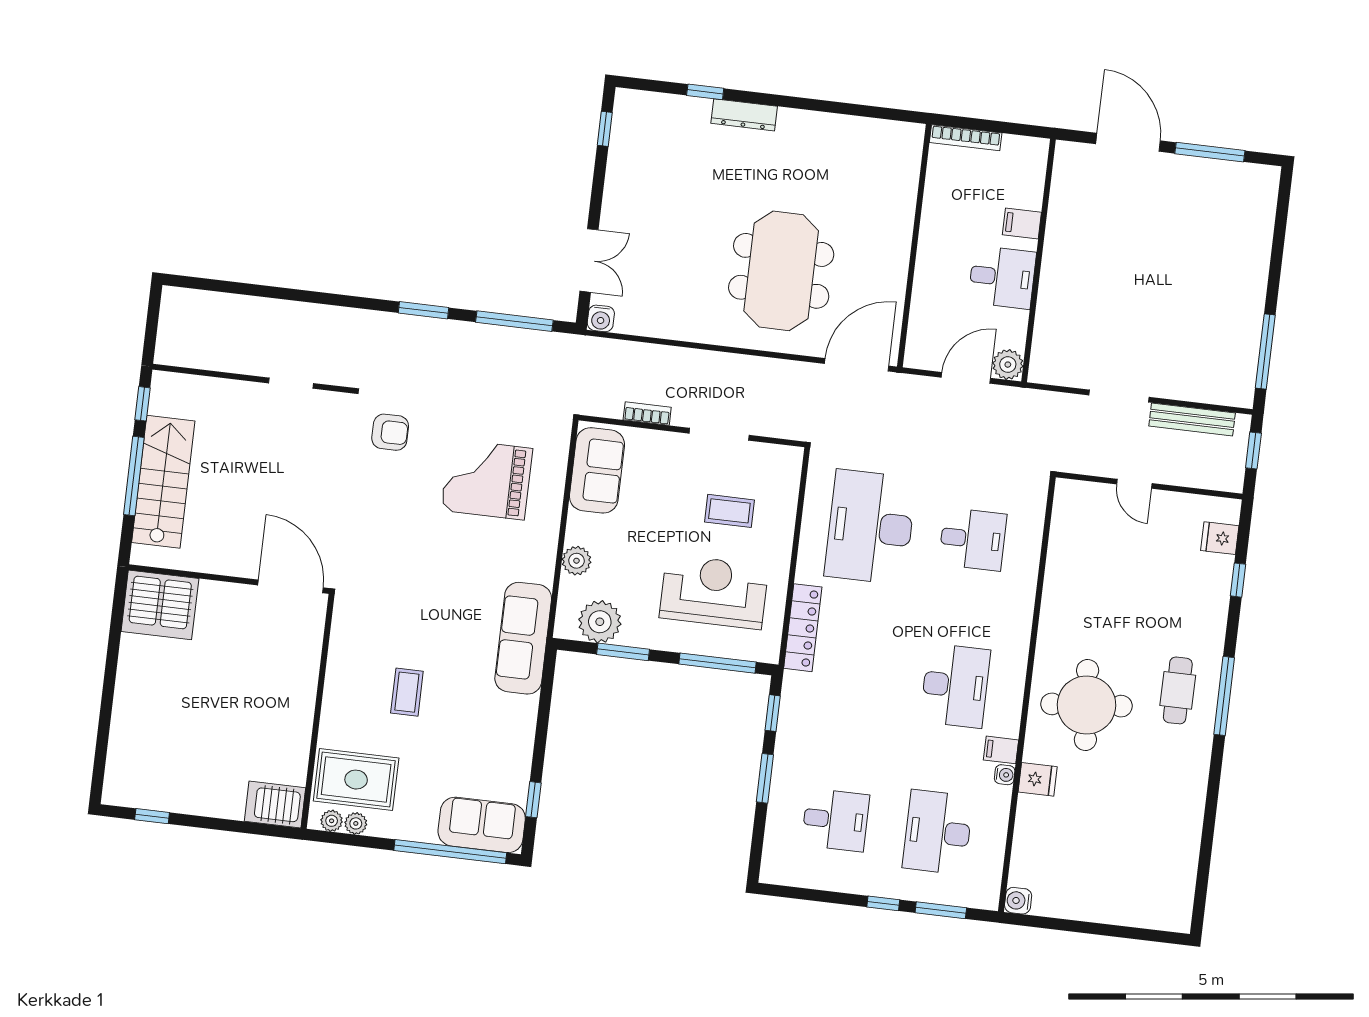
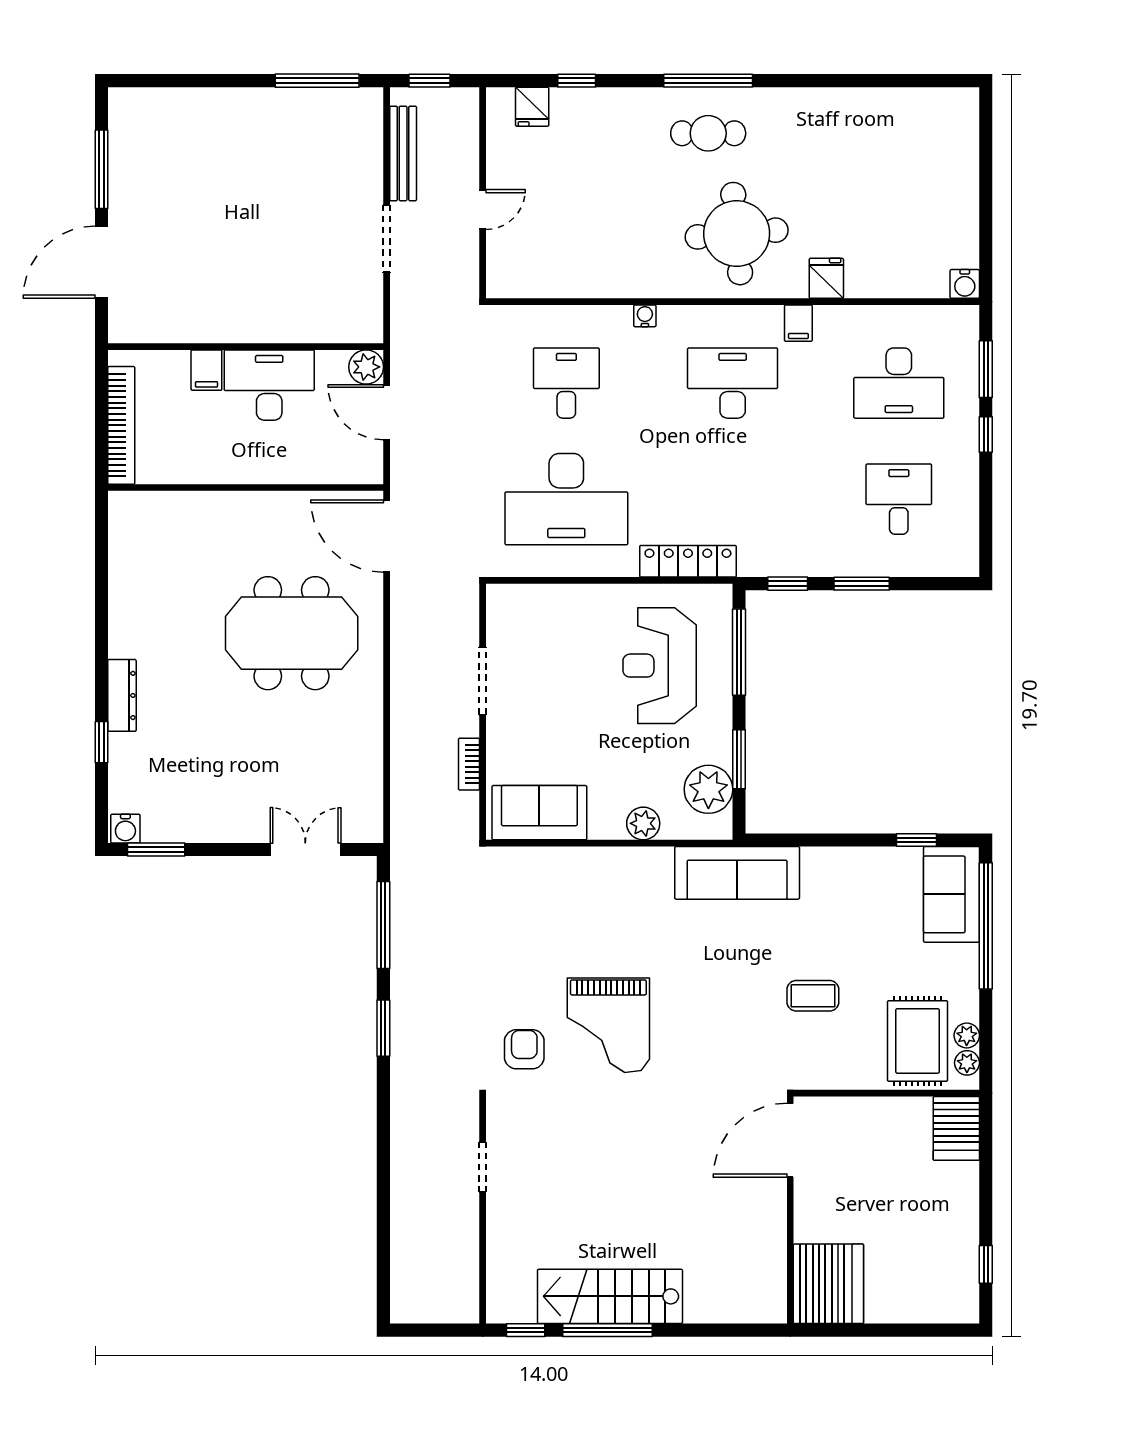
window: (605, 129) -> (156, 850), width x1.50
bookcase: (966, 138) -> (121, 425), width x1.48, depth x1.31
desk: (1002, 277) -> (269, 385), width x1.37
water cooler: (601, 318) -> (125, 829), moved, turned 90
grand piano: (487, 479) -> (608, 1025), moved
coffee table: (729, 511) -> (567, 659), removed
wall: (229, 579) -> (790, 1210), moved
door: (290, 586) -> (790, 1140), moved
server rack: (160, 605) -> (828, 1284), moved
water cooler: (1005, 775) -> (645, 316), moved

